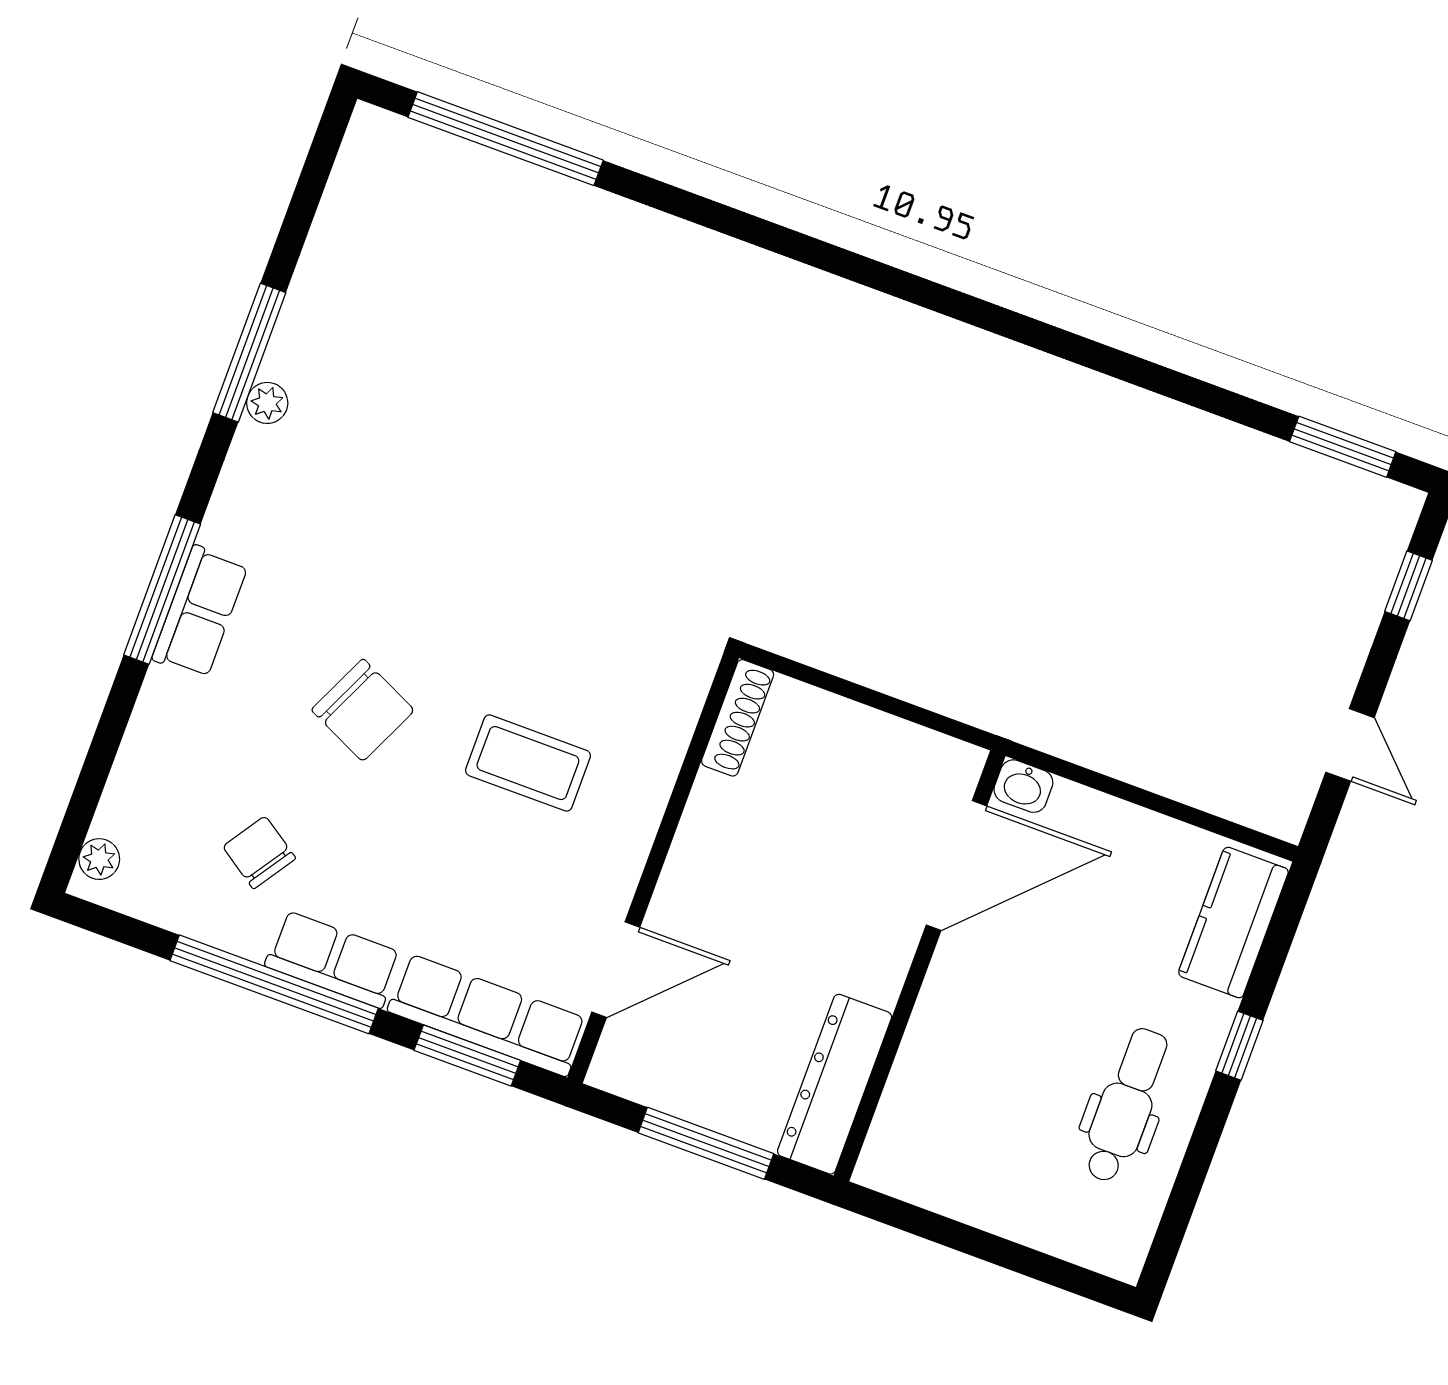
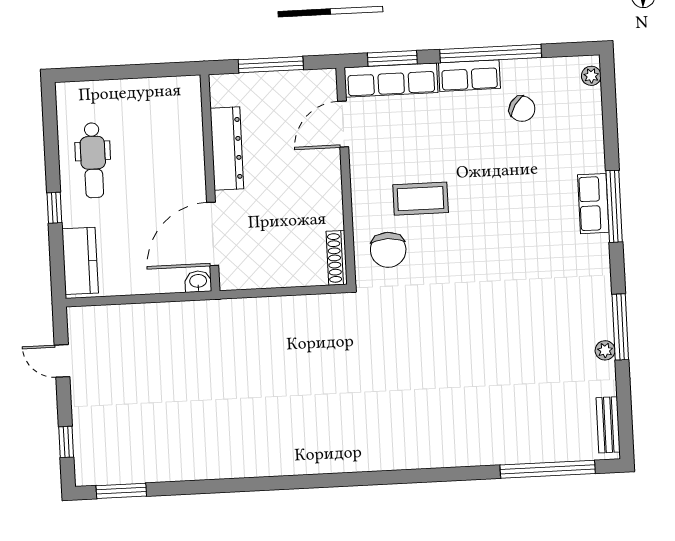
bench: (353, 174) -> (608, 425), added
plant: (267, 403) -> (605, 350), moved
chair: (363, 710) -> (388, 250), moved, turned -115
dresser: (835, 1084) -> (227, 148), moved

